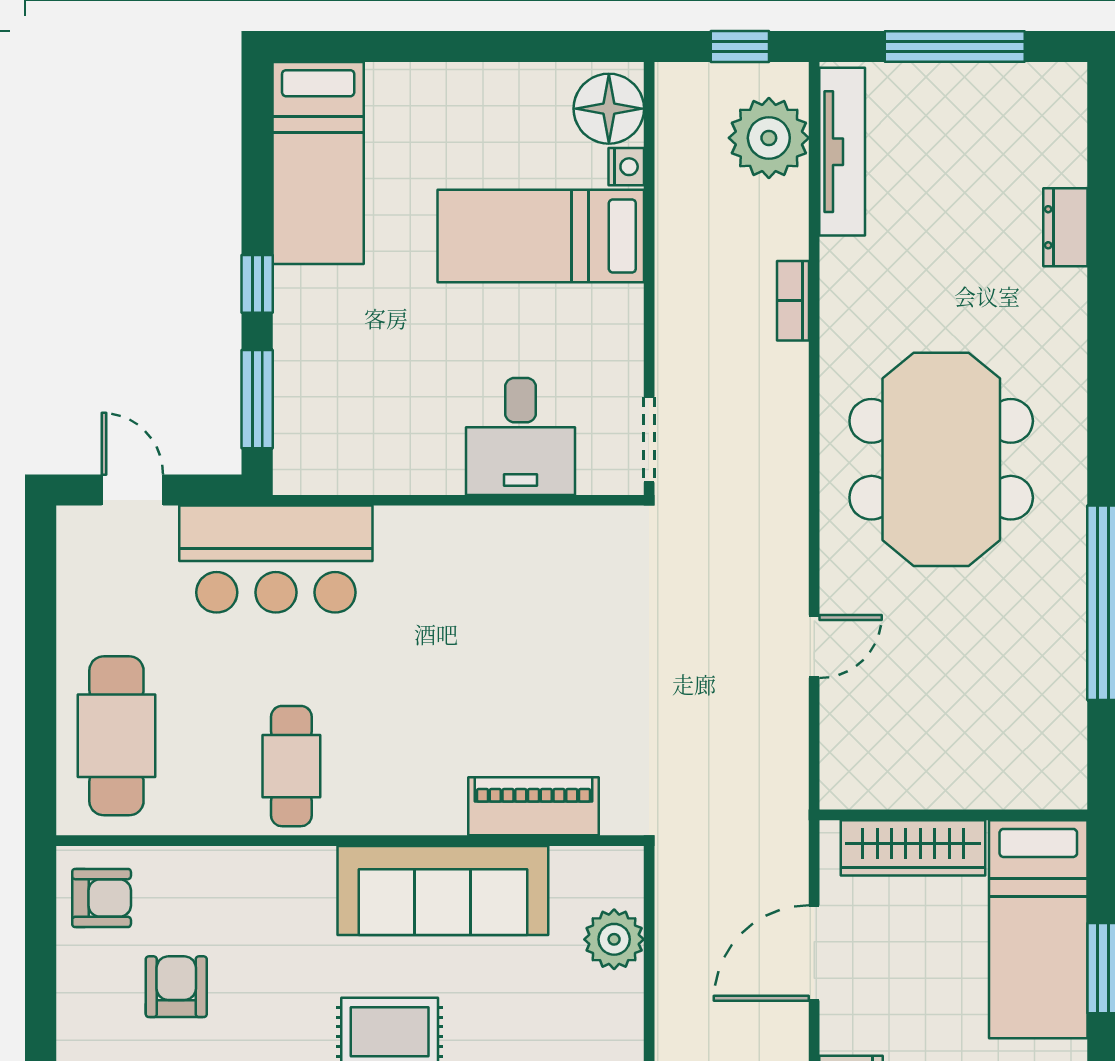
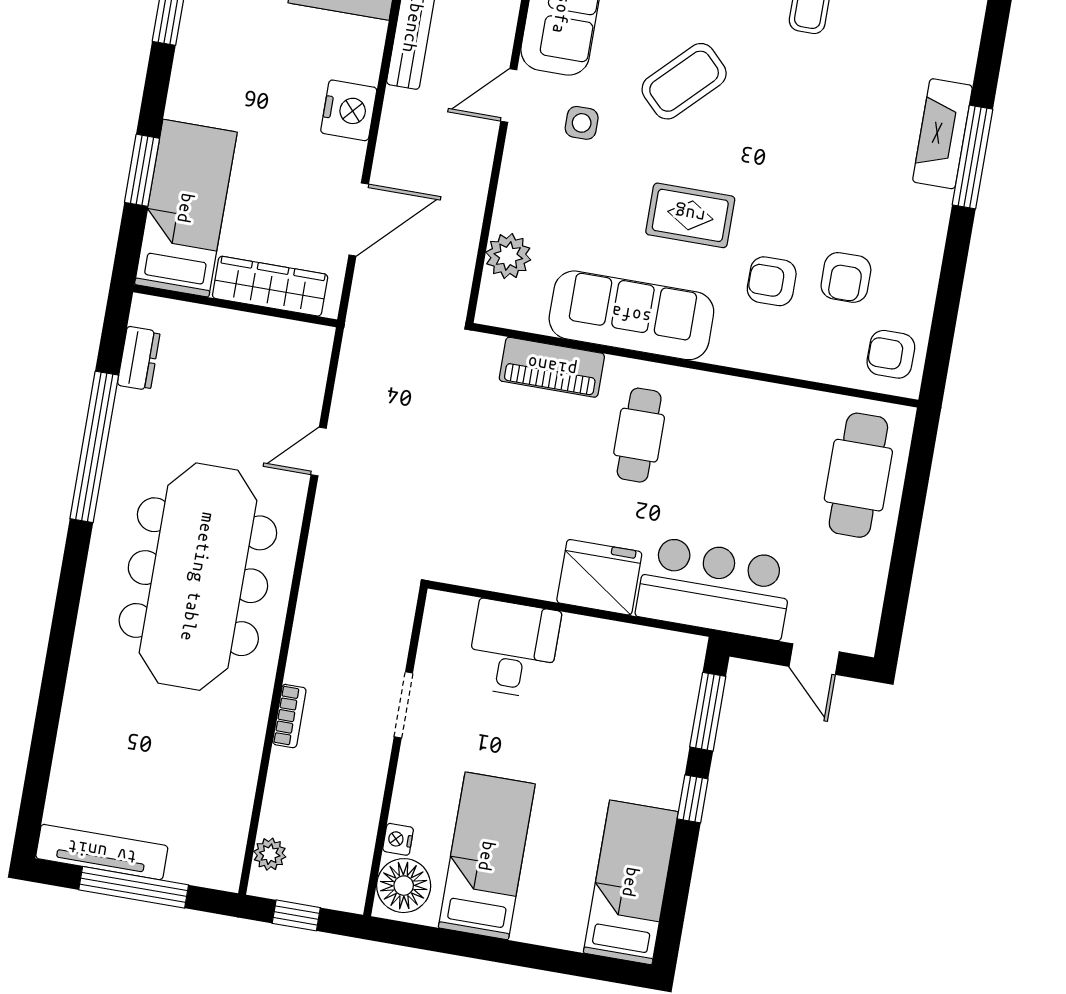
plant: (769, 138) -> (270, 854), width x0.53, depth x0.53
tv unit: (842, 152) -> (102, 852), moved, turned 90
dresser: (1065, 227) -> (139, 358), moved
bed: (541, 236) -> (487, 856), moved, turned -90
doorway: (649, 439) -> (403, 705), moved
meeting table: (941, 459) -> (198, 577), width x1.36
fridge: (426, 547) -> (599, 577), added
cafe table: (291, 766) -> (639, 435), moved
armchair: (271, 965) -> (772, 281), added

